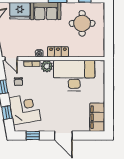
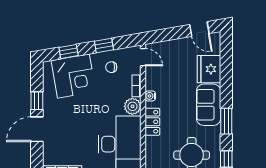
door: (11, 59) -> (143, 57), swing flipped
window: (33, 136) -> (37, 101), moved

